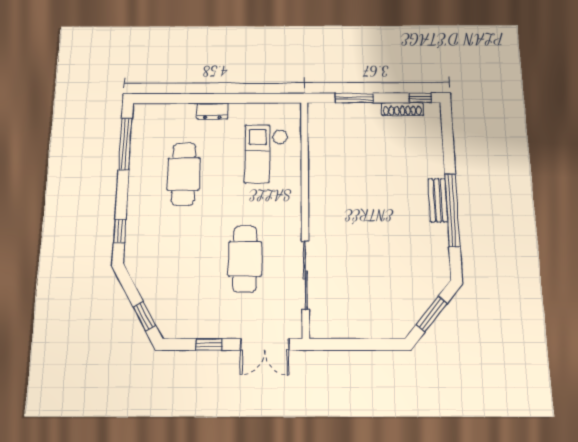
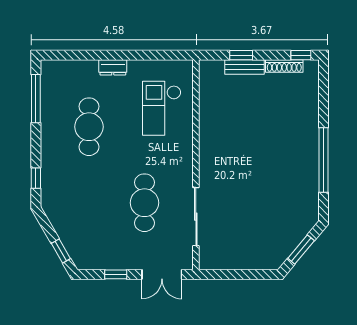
window: (354, 98) -> (241, 55), width x0.67
bench: (438, 200) -> (245, 67), moved, turned 90

